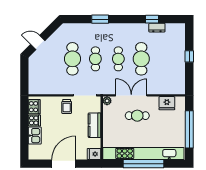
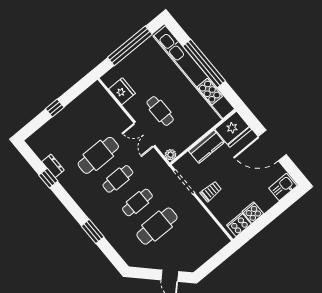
double door: (131, 95) -> (144, 134), width x0.73
kitchen sink: (35, 136) -> (283, 187), moved
fridge: (94, 154) -> (233, 129), width x1.88, depth x1.34

